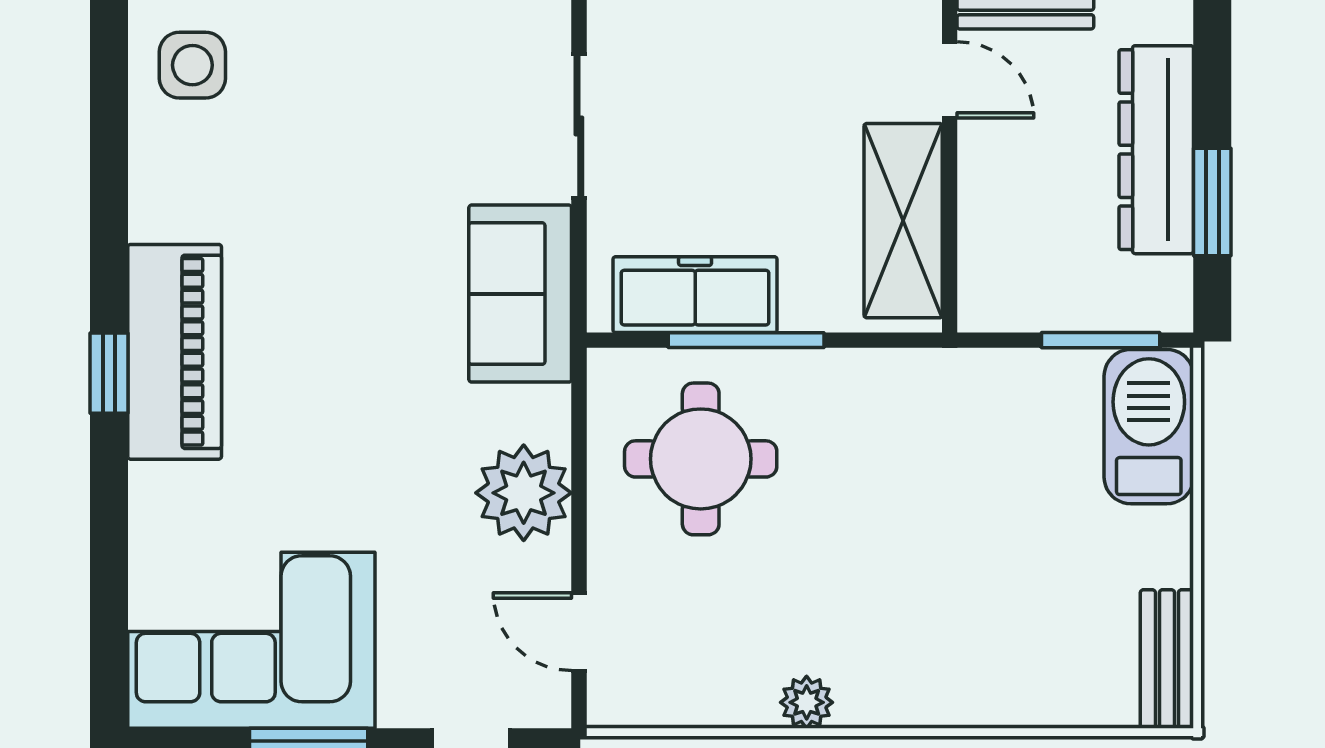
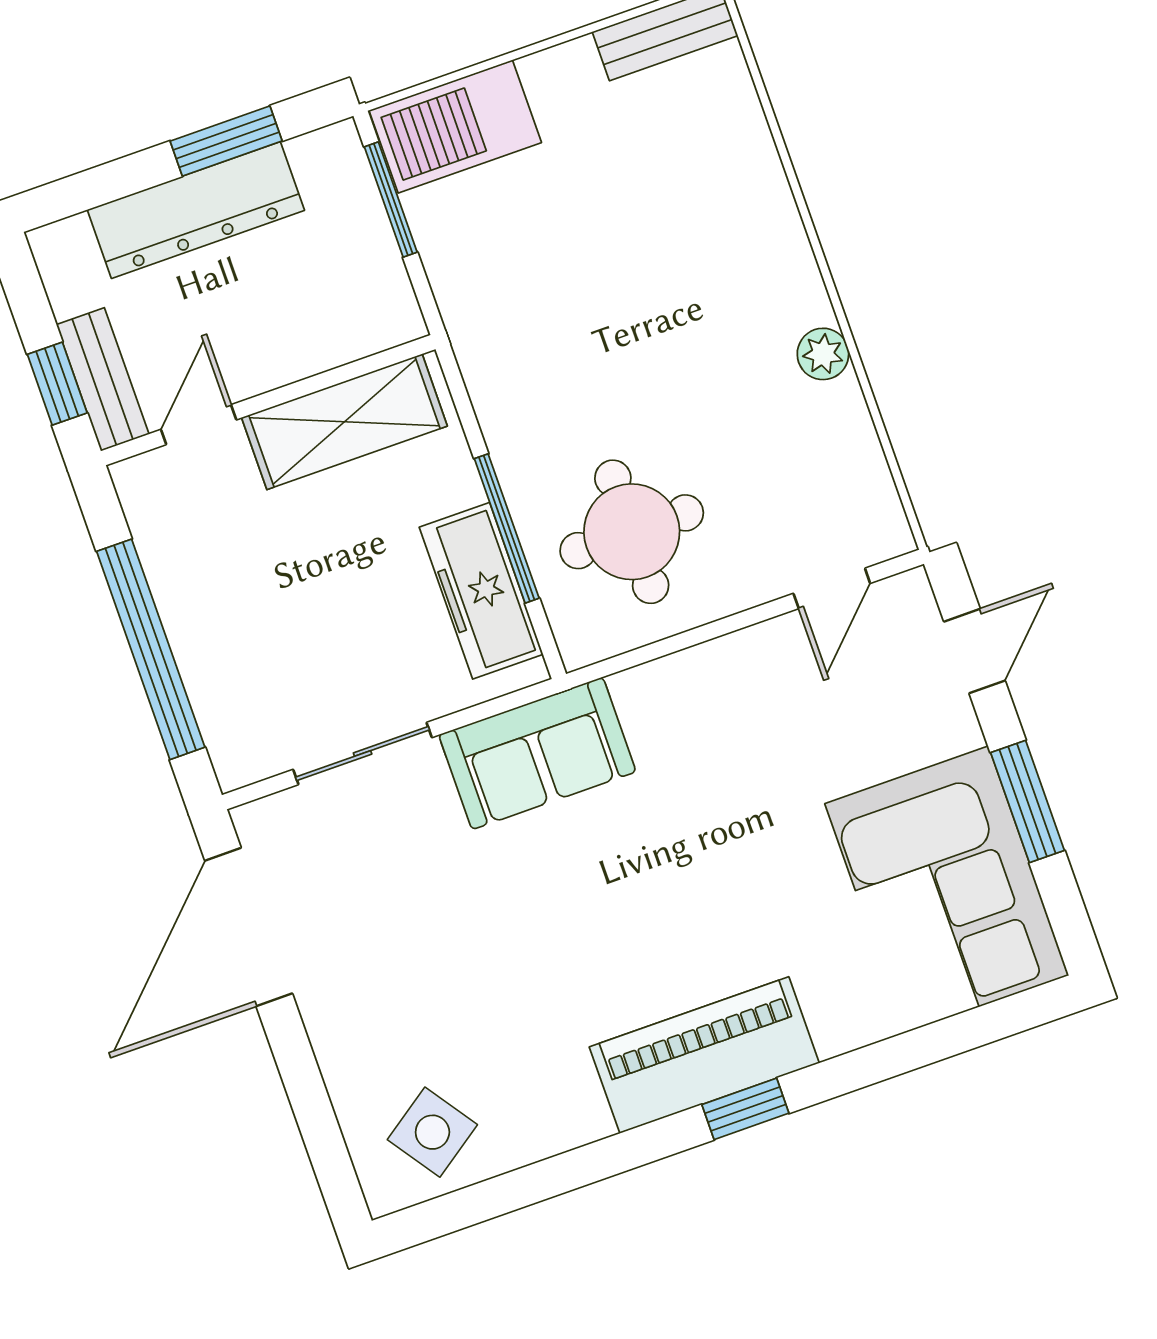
side table: (192, 65) -> (432, 1132), turned -35
plant: (524, 493) -> (721, 685), removed

